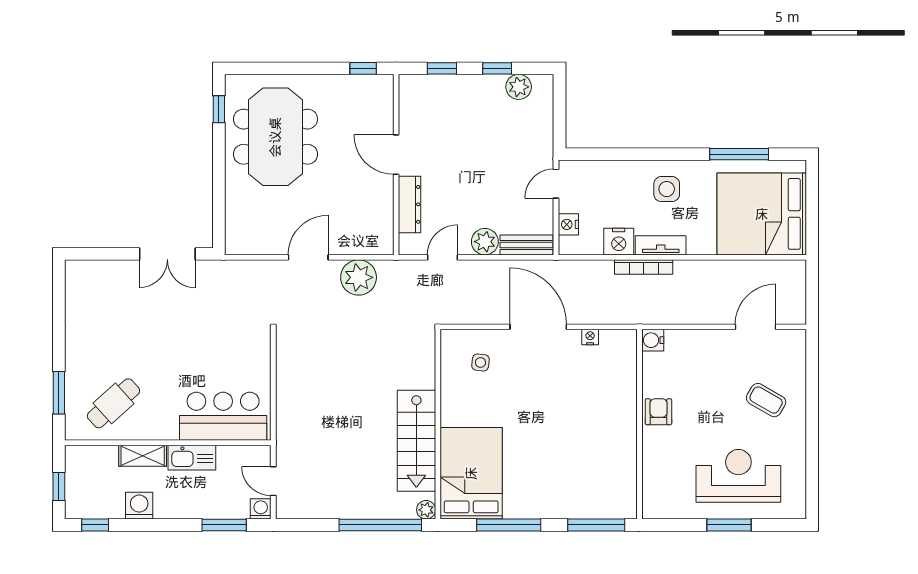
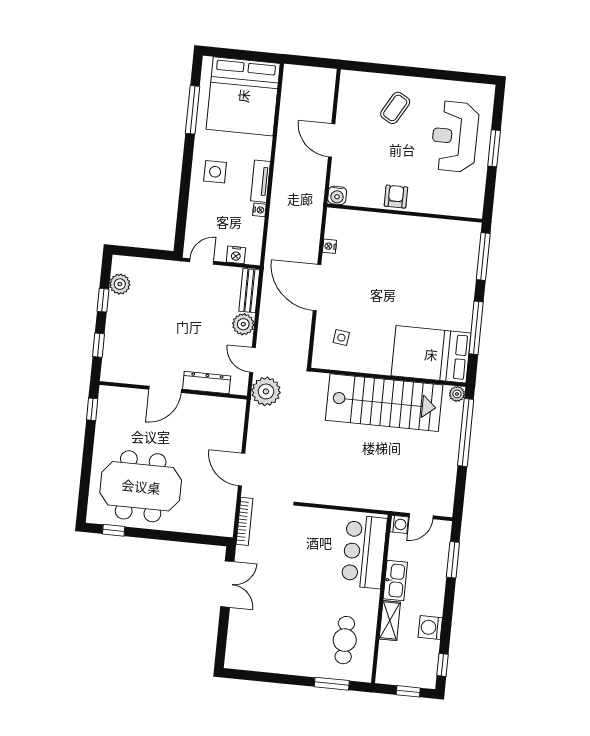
door: (556, 184) -> (202, 261), swing flipped
nightstand: (619, 242) -> (259, 210), width x0.53, depth x0.56
bookcase: (644, 267) -> (244, 521), moved
plant: (359, 277) -> (266, 391), moved
door: (538, 327) -> (317, 288), hinge flipped
door: (756, 327) -> (332, 140), moved
cafe table: (113, 403) -> (345, 640), turned 42
armchair: (658, 412) -> (396, 197), turned 90
stairs: (416, 441) -> (384, 403), width x1.36, depth x1.51
washing machine: (261, 509) -> (399, 524), moved, turned 180

